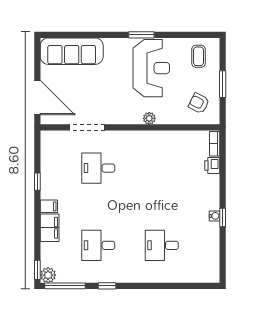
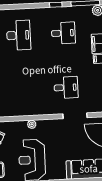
desk: (162, 245) -> (19, 35), width x1.37

